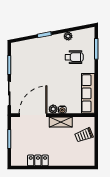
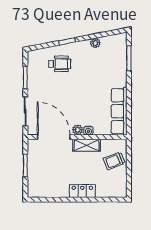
wheelchair: (74, 57) -> (60, 64), moved
door: (33, 115) -> (54, 137), hinge flipped
locker: (38, 160) -> (82, 191), moved

